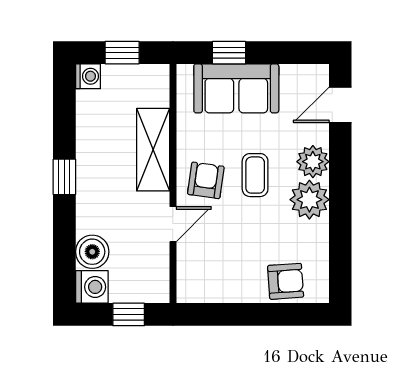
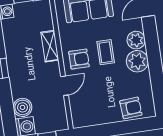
shelving: (153, 150) -> (50, 46), width x0.67, depth x0.75
armchair: (206, 180) -> (79, 59), turned 82

